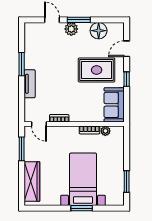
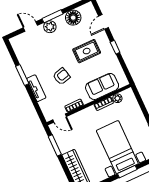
rug: (97, 70) -> (87, 51), width x0.73, depth x0.70
armchair: (60, 83) -> (61, 76), added
sofa: (114, 105) -> (102, 86), moved, turned 90

